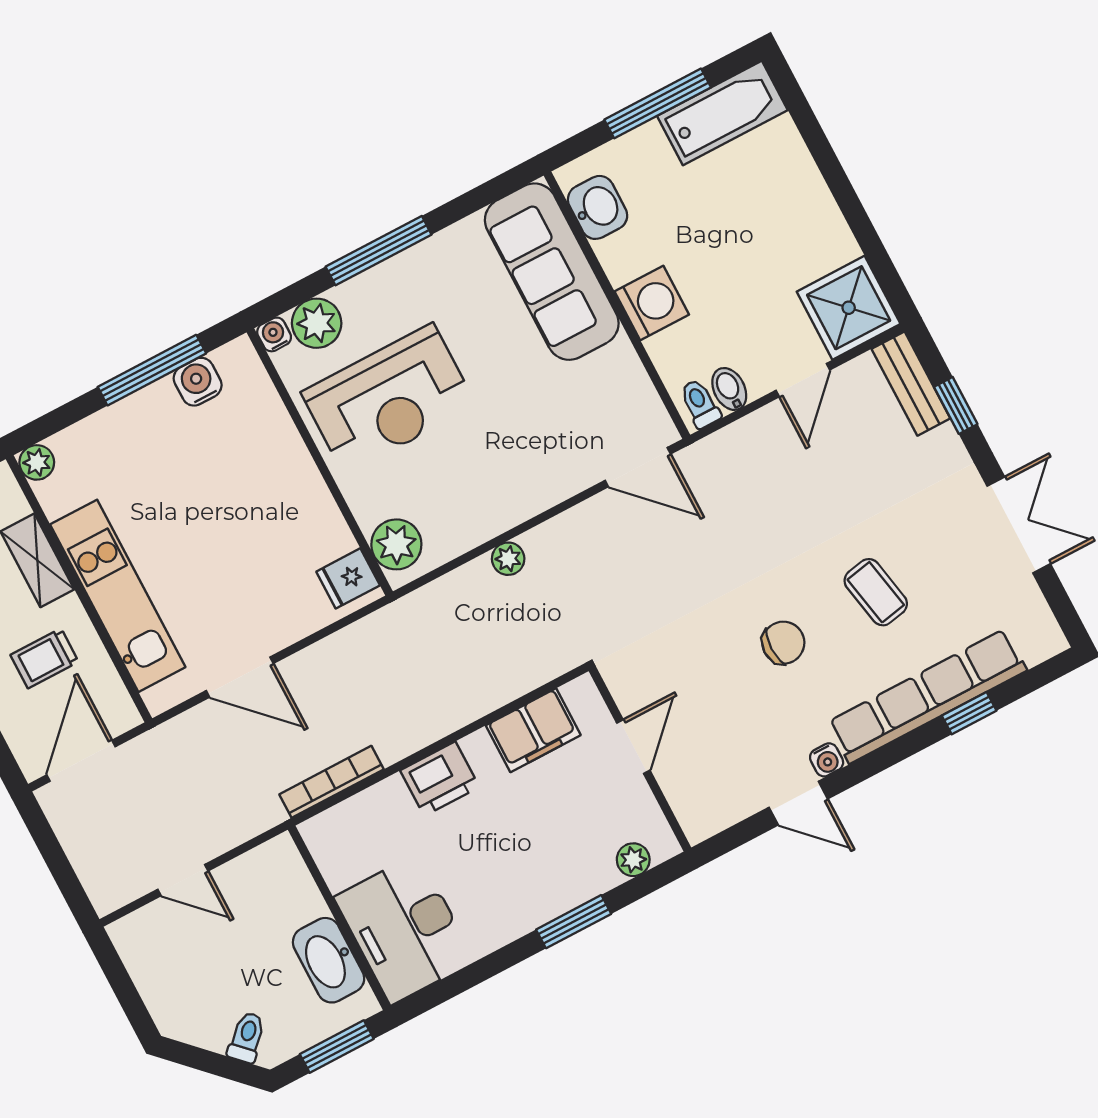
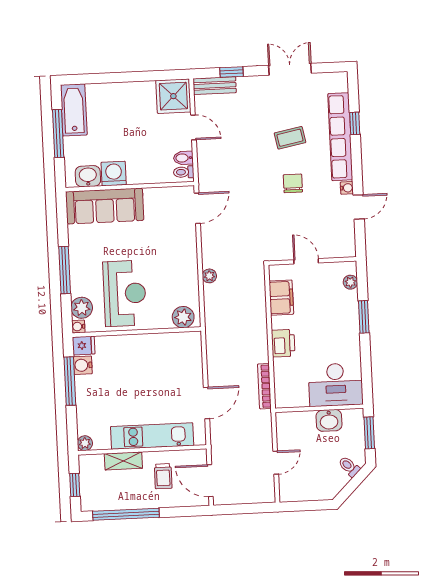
washing machine: (652, 303) -> (114, 174), moved
fridge: (348, 578) -> (84, 345), moved, turned -90
washbasin: (329, 960) -> (329, 420), width x0.72

